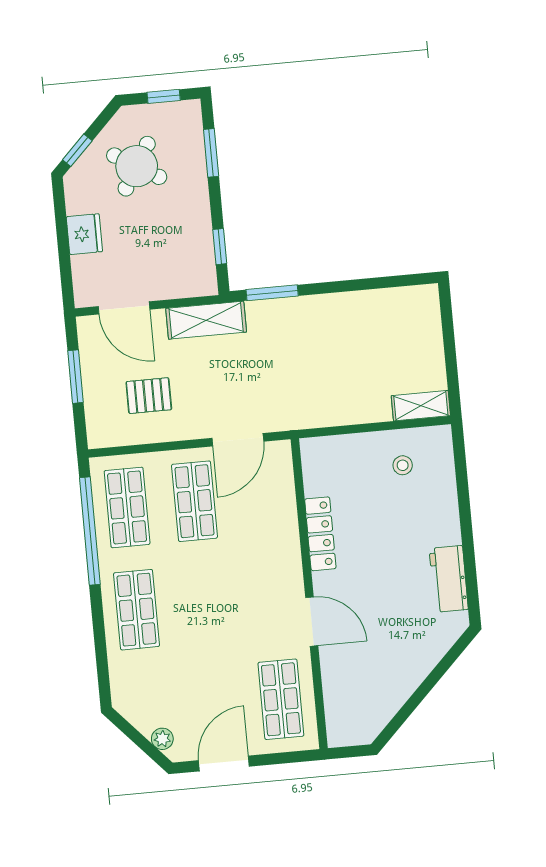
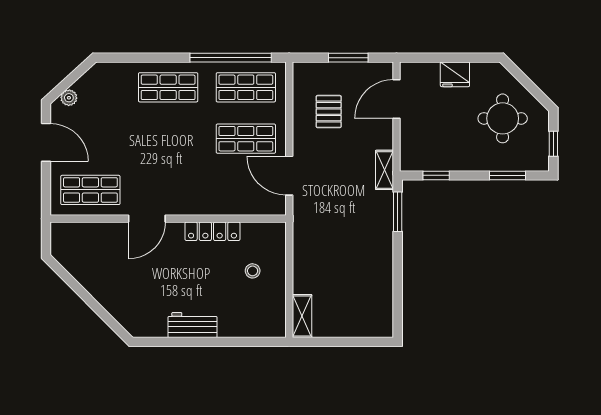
window: (77, 150) -> (519, 75), removed
round table: (137, 166) -> (503, 118), turned -31
shelving: (206, 320) -> (385, 170), width x0.67, depth x0.75
stool: (403, 465) -> (253, 271), moved
workbench: (449, 579) -> (192, 325), moved

